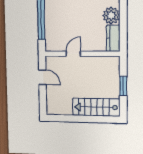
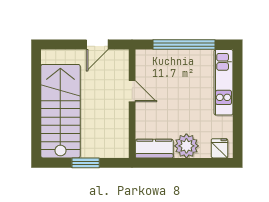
stairs: (96, 107) -> (60, 111), width x1.36, depth x1.51

